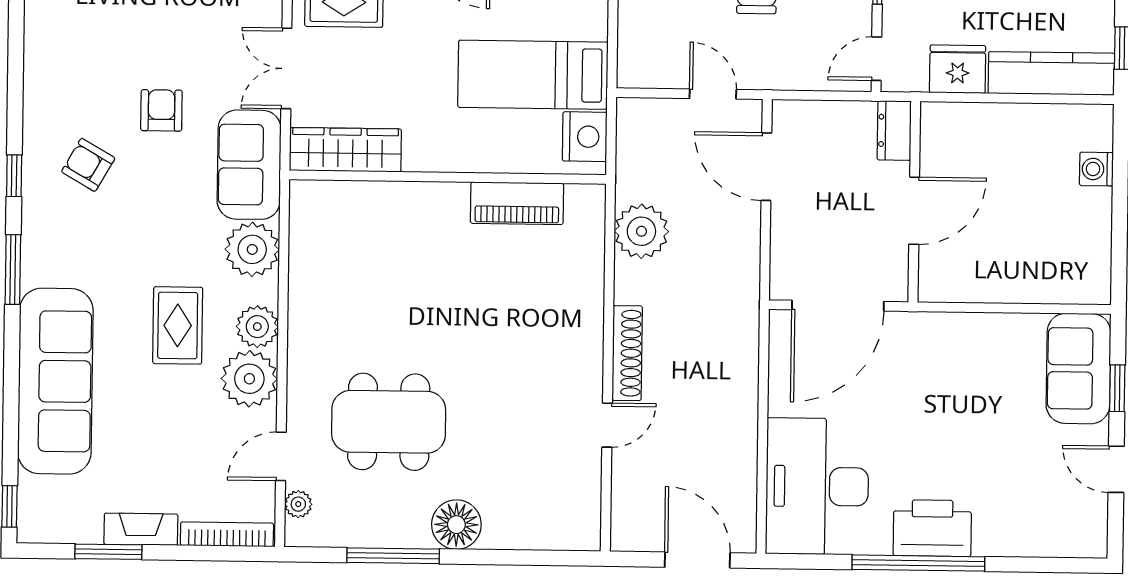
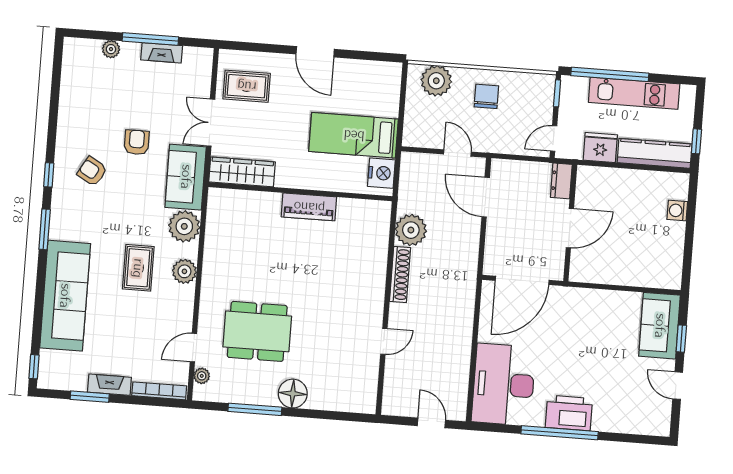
piano: (517, 203) -> (309, 207), moved
shoe rack: (627, 353) -> (400, 274), moved
plant: (249, 379) -> (178, 301), removed
door: (697, 560) -> (431, 423), width x0.73

